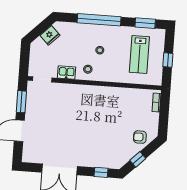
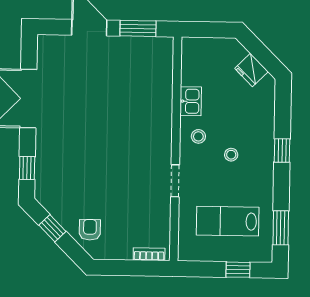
window: (99, 20) -> (282, 151), width x0.32
window: (168, 60) -> (238, 270), moved
doorway: (42, 79) -> (175, 181), moved

